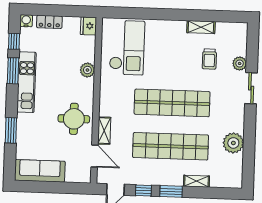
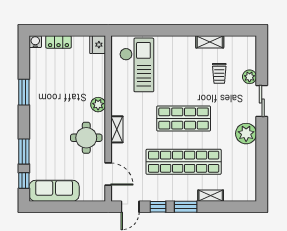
window: (14, 41) -> (24, 180), moved
plant: (87, 70) -> (98, 105), moved
kitchen unit: (26, 82) -> (38, 103), removed
shop shelf: (172, 103) -> (184, 118), width x0.71
shelving: (104, 131) -> (117, 129), moved
plant: (233, 143) -> (246, 134), moved

